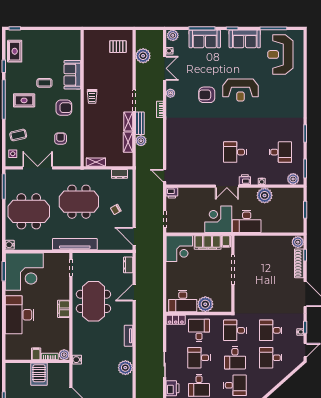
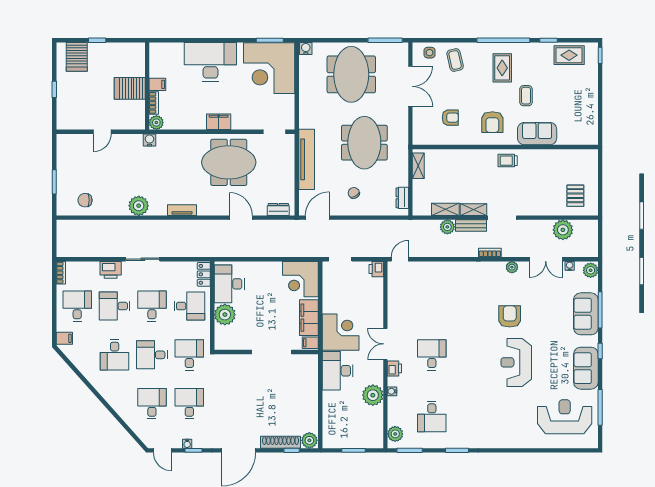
tv unit: (75, 244) -> (307, 159), moved

